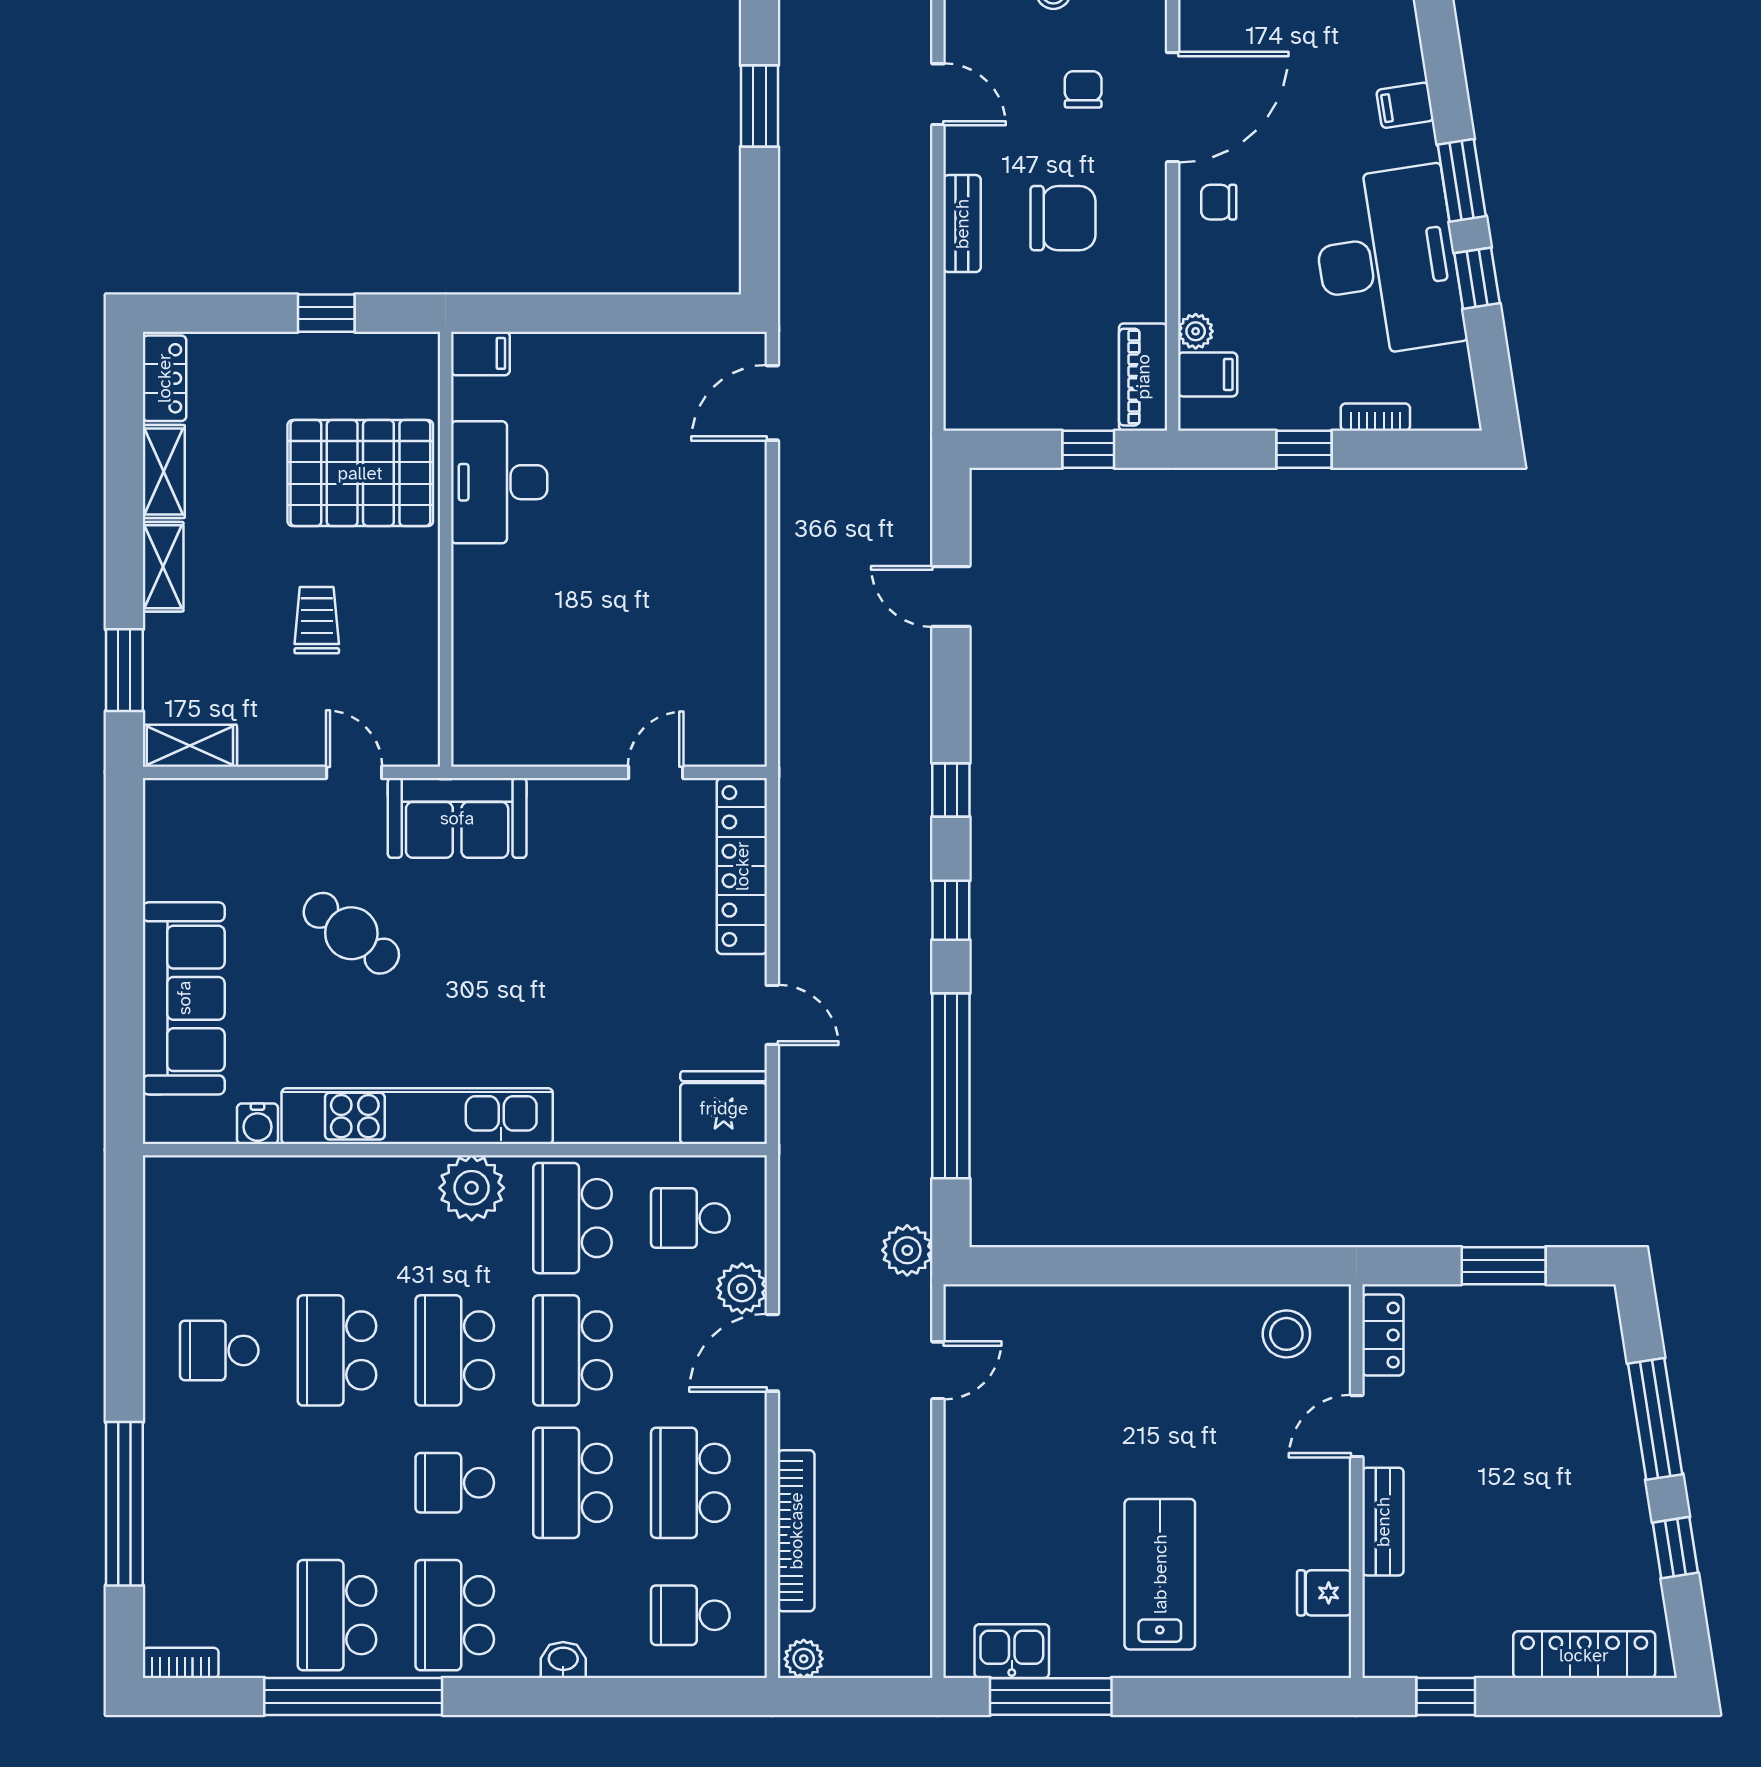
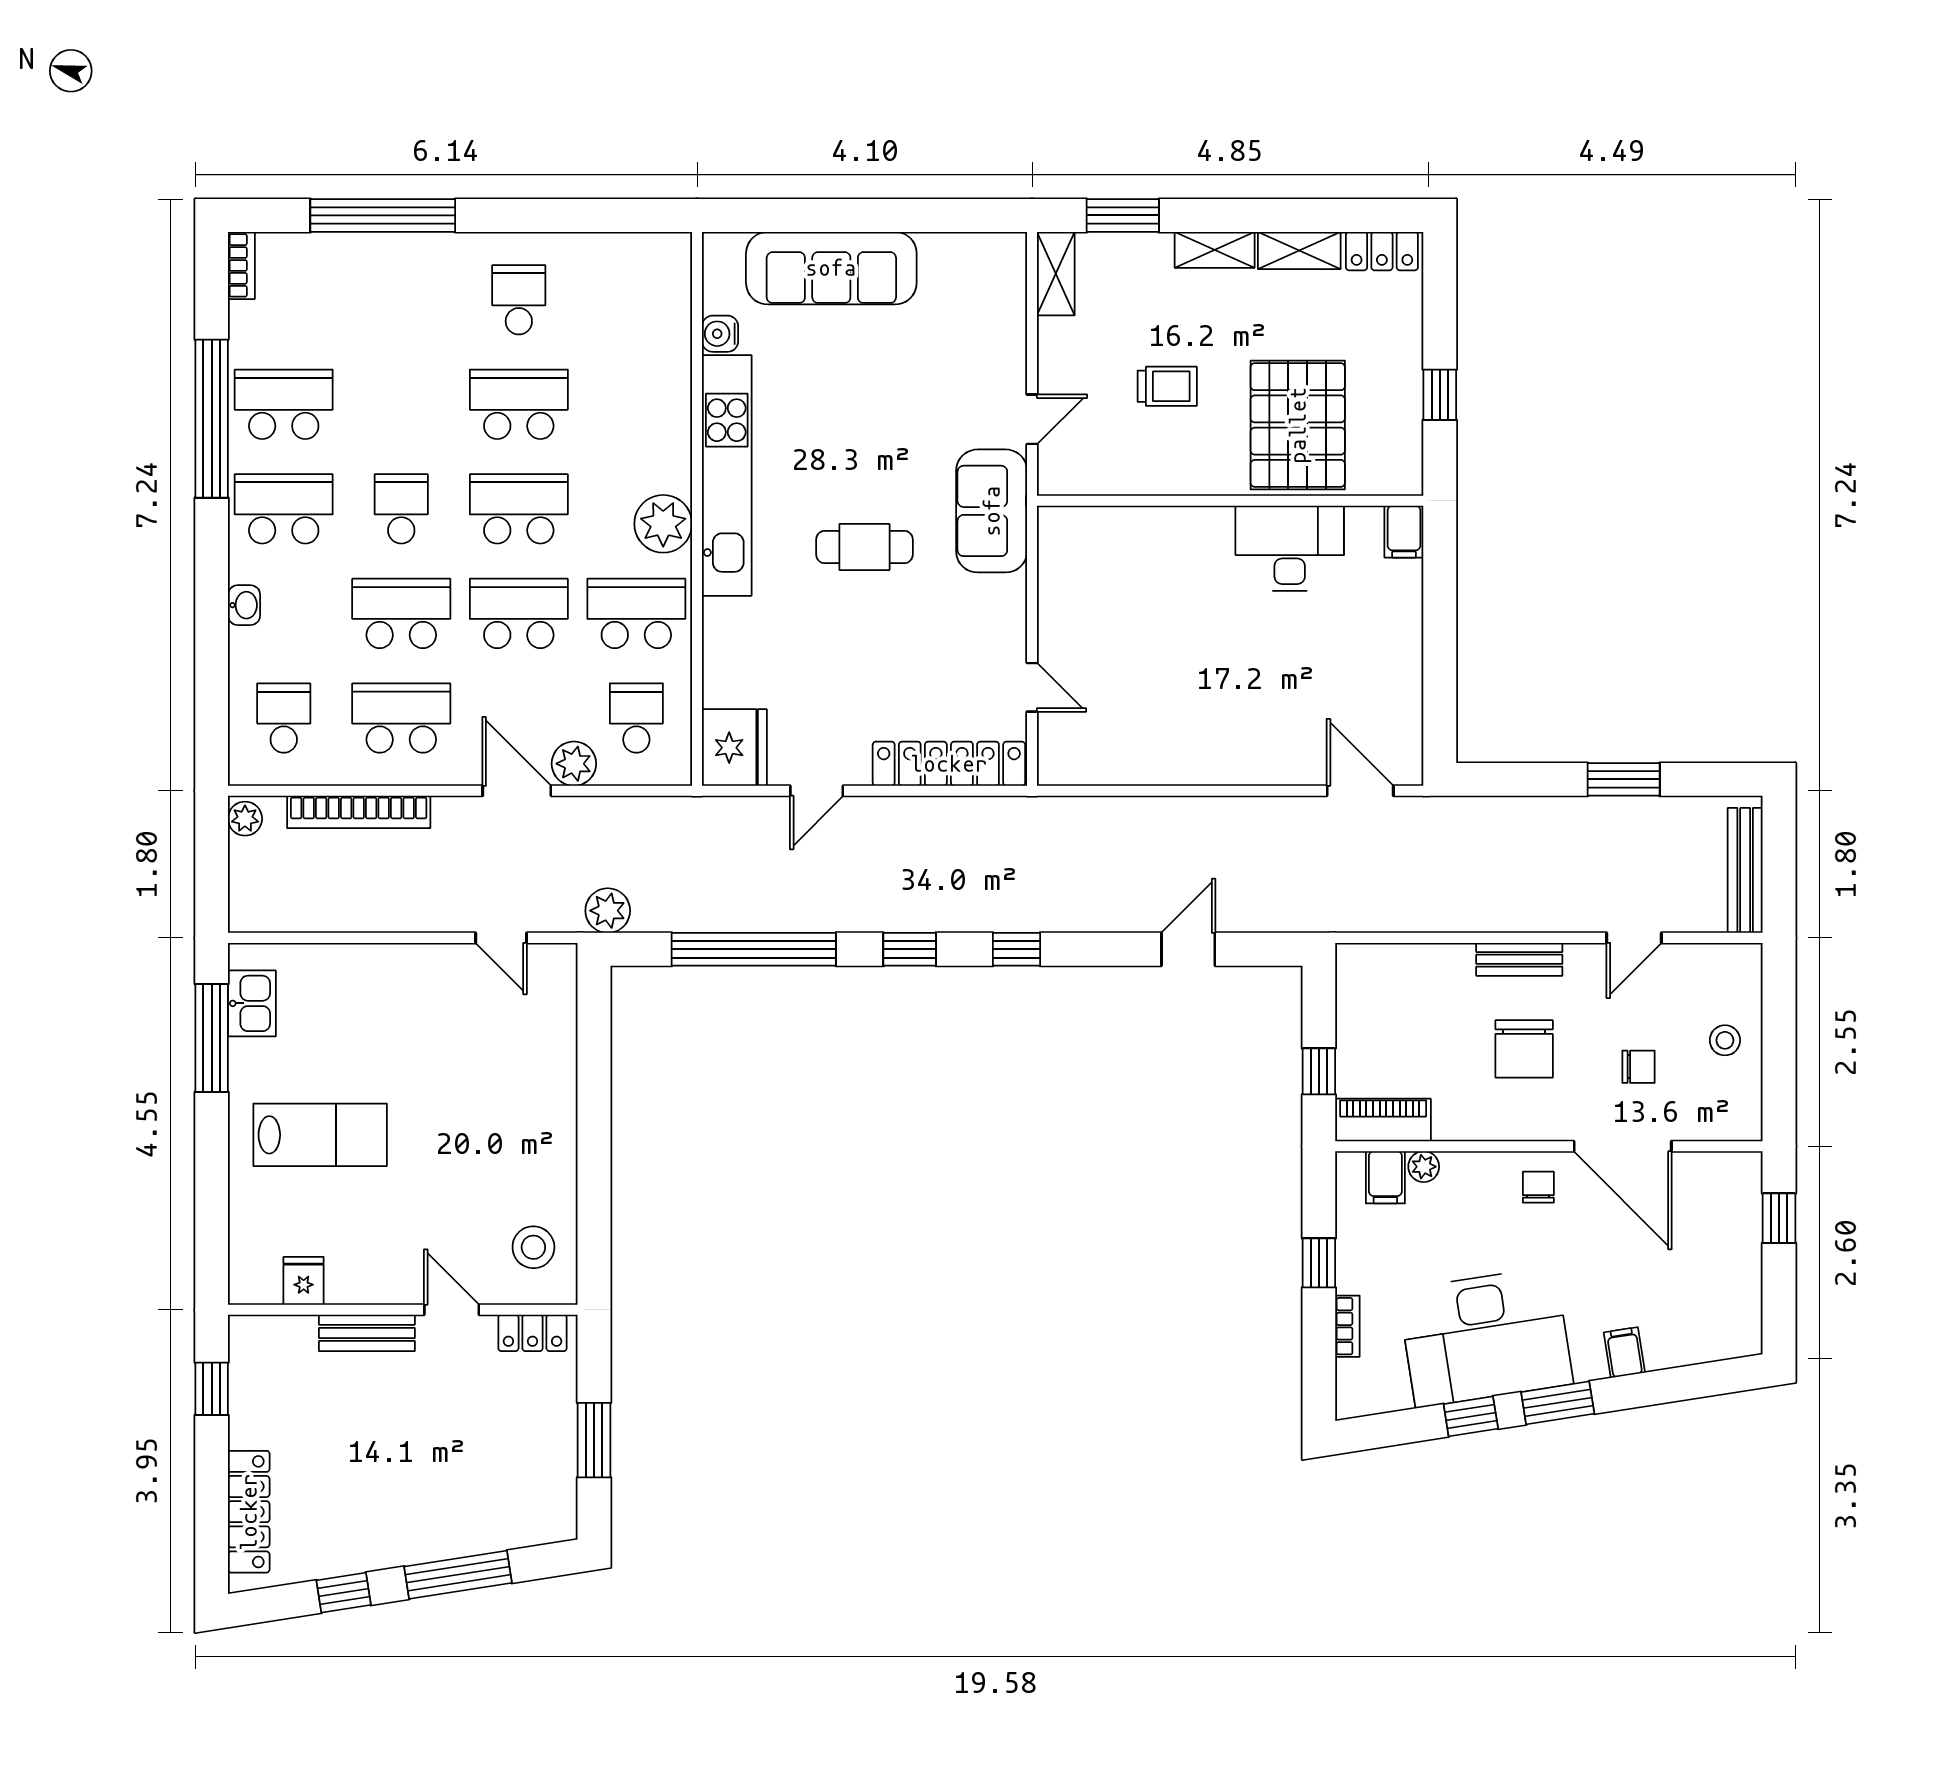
cafe table: (351, 933) -> (864, 547), moved, turned 53

